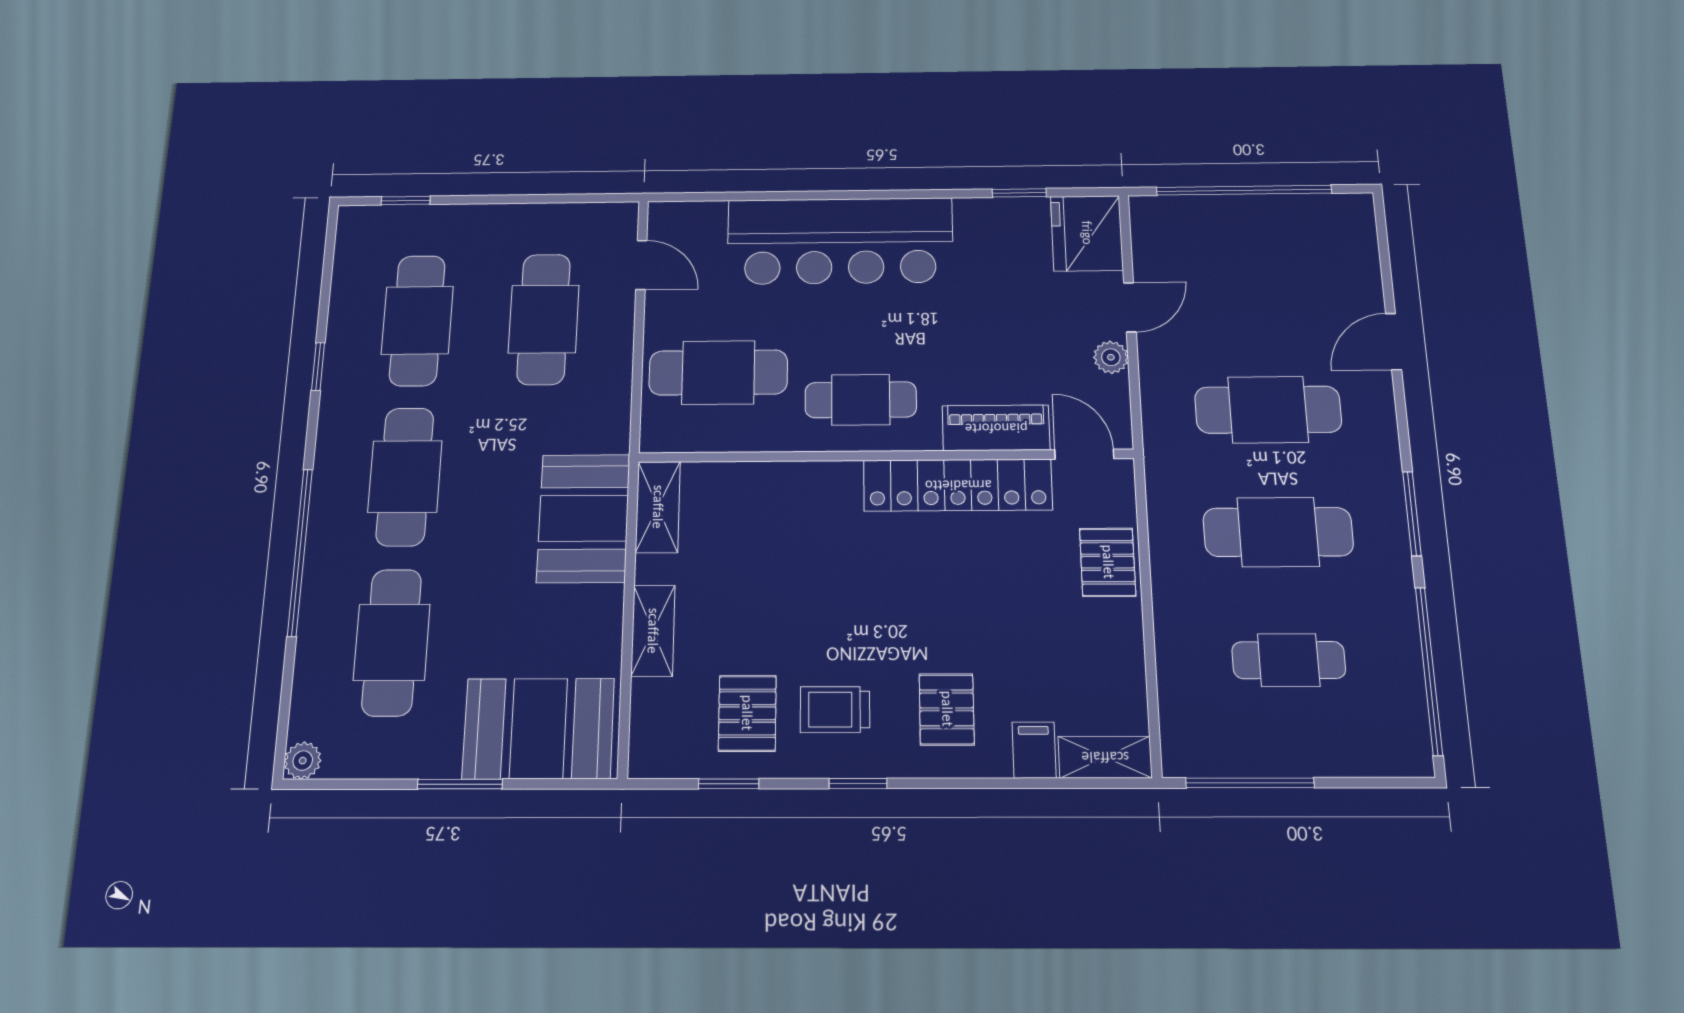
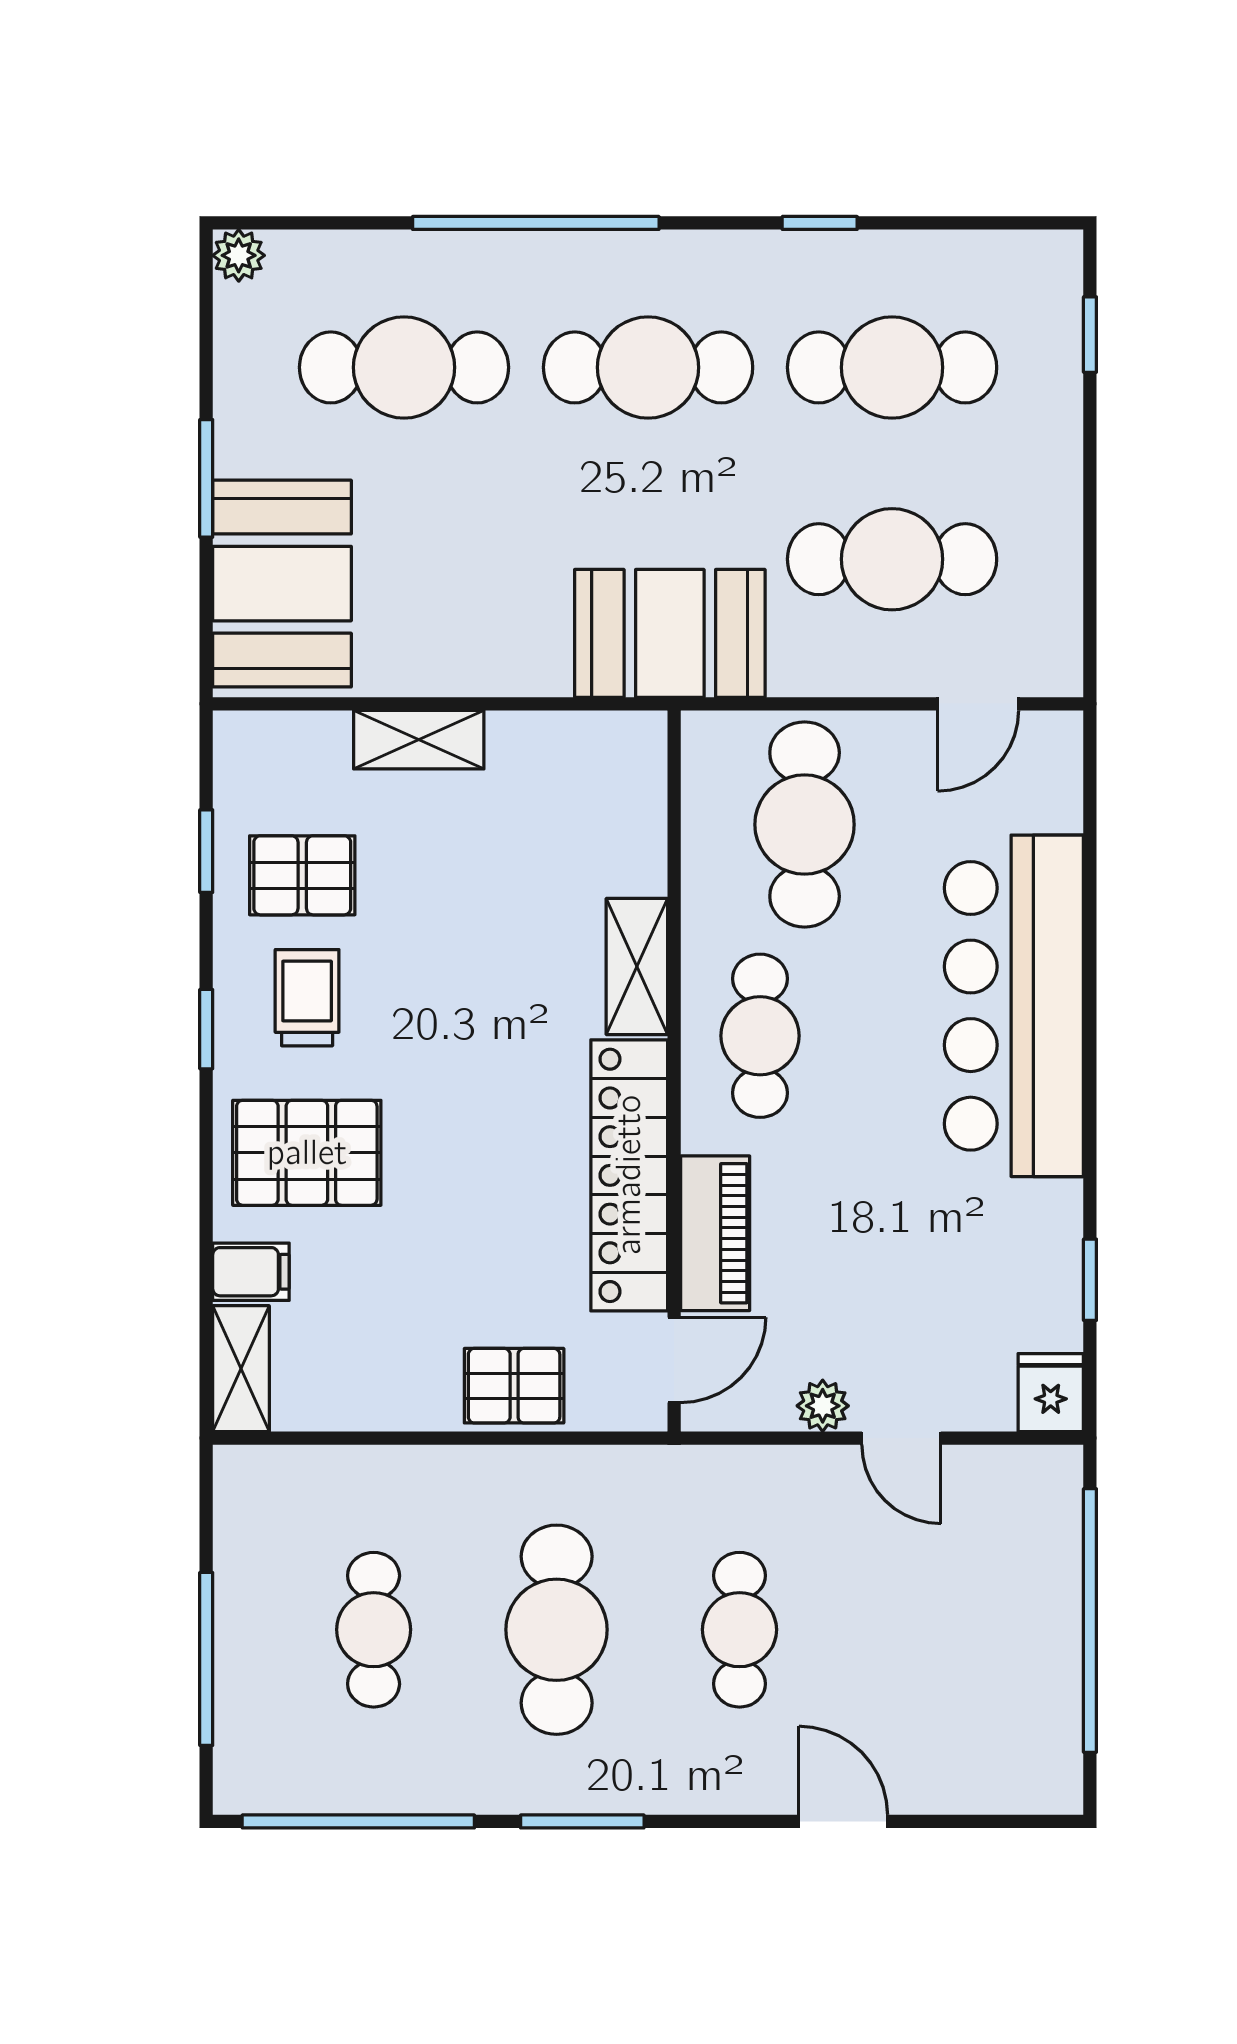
fridge: (1087, 233) -> (1051, 1393), width x0.53, depth x0.75
cafe table: (1268, 410) -> (740, 1630), width x0.73, depth x0.74
shelving: (658, 507) -> (637, 967), moved, turned 90
booth: (584, 518) -> (670, 633), moved
pallet: (947, 709) -> (307, 1153), width x1.50, depth x1.42
window: (1250, 783) -> (206, 1659), moved

